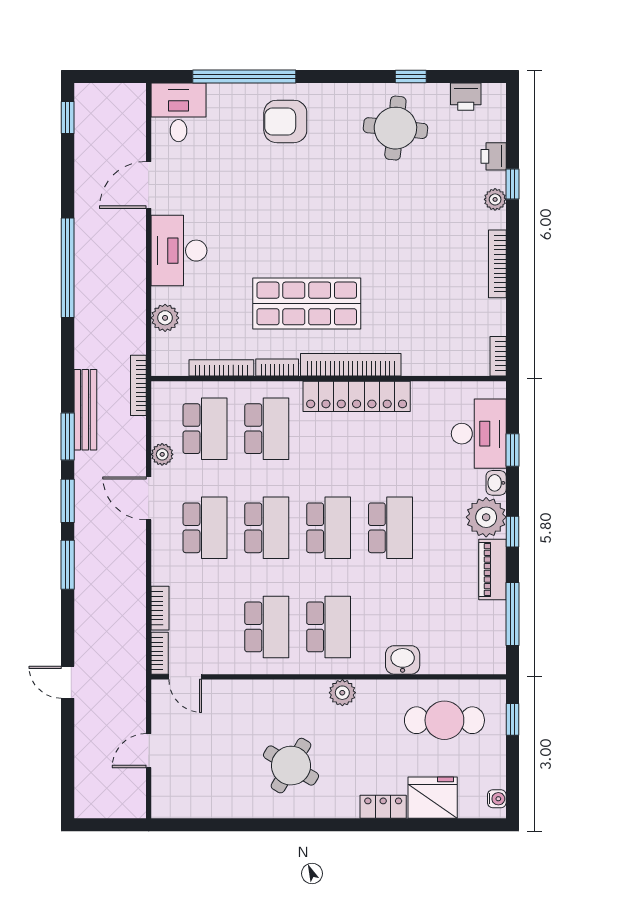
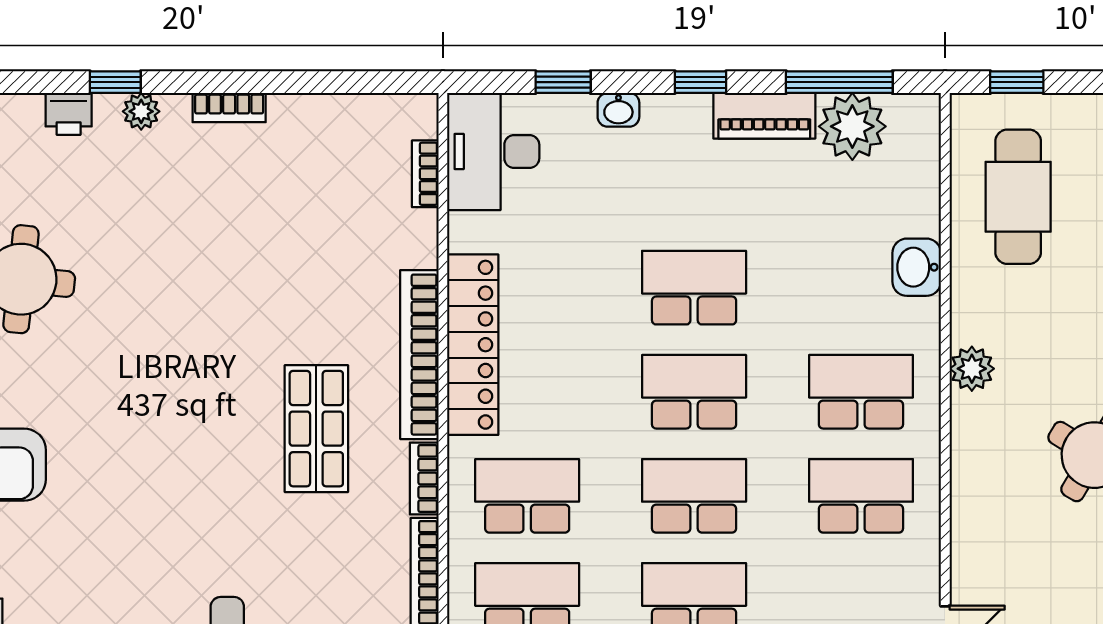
bookcase: (497, 264) -> (229, 108), width x0.64
shop shelf: (307, 303) -> (316, 429), width x0.70, depth x0.74
bookcase: (498, 356) -> (425, 174), moved, turned 90
desk: (479, 434) -> (493, 152), moved, turned -90
plant: (486, 517) -> (852, 126), moved

